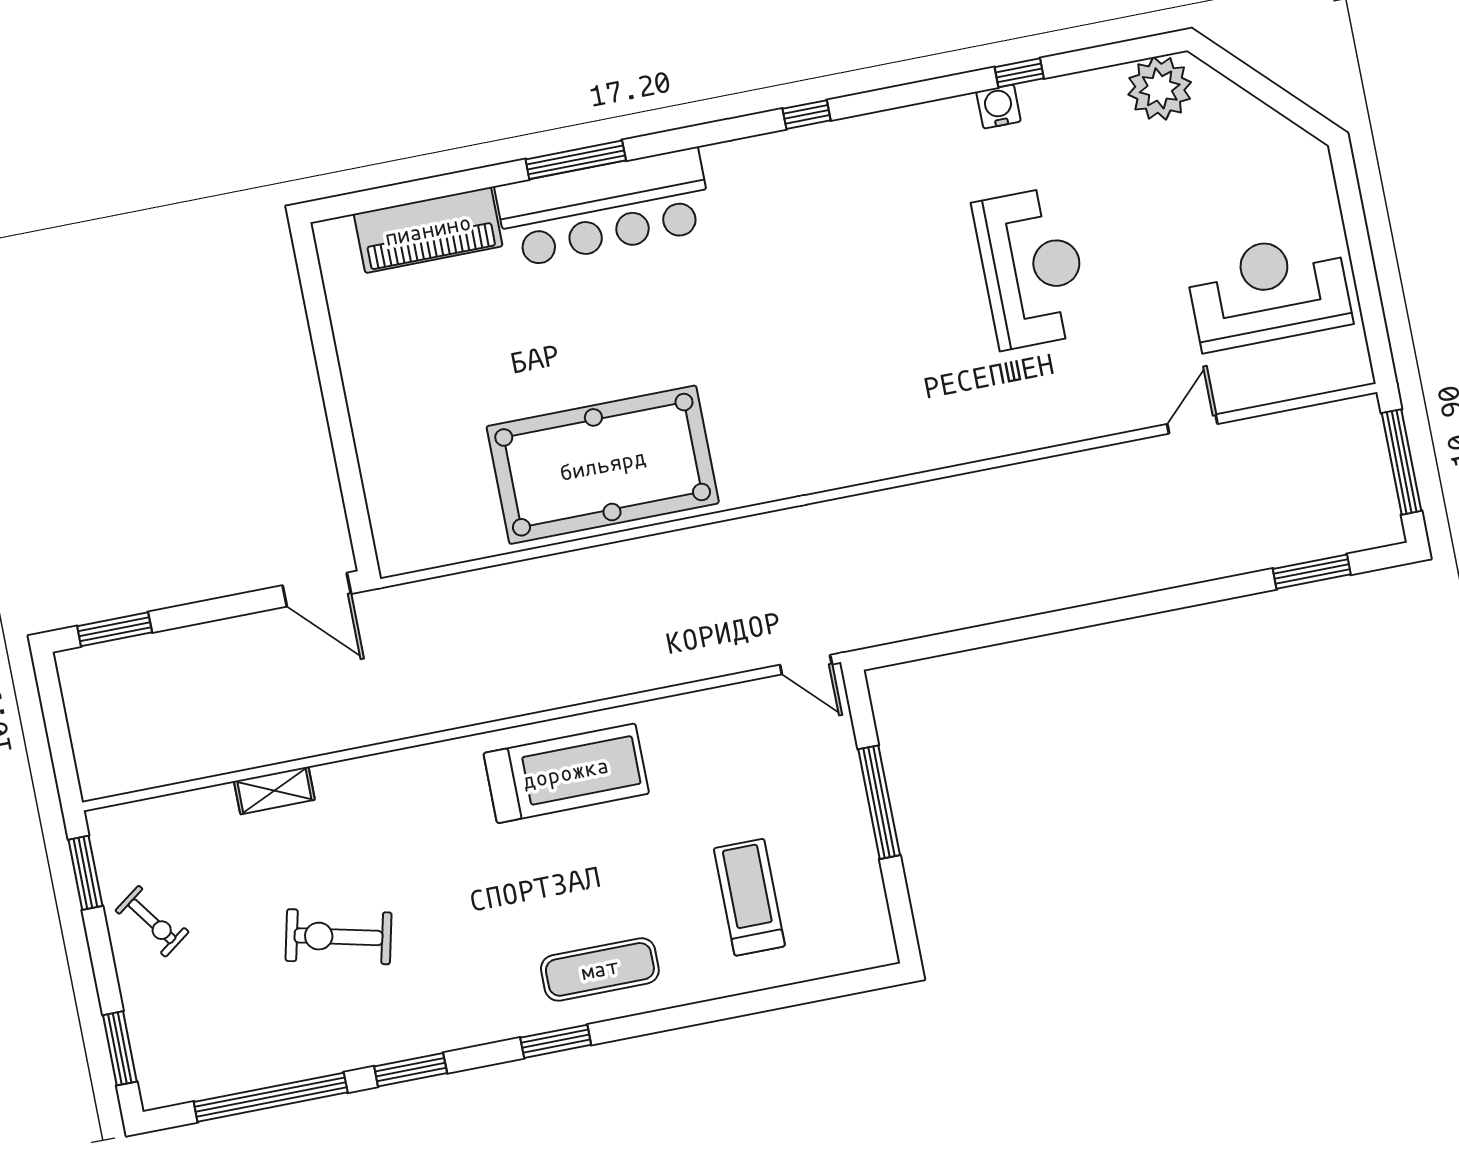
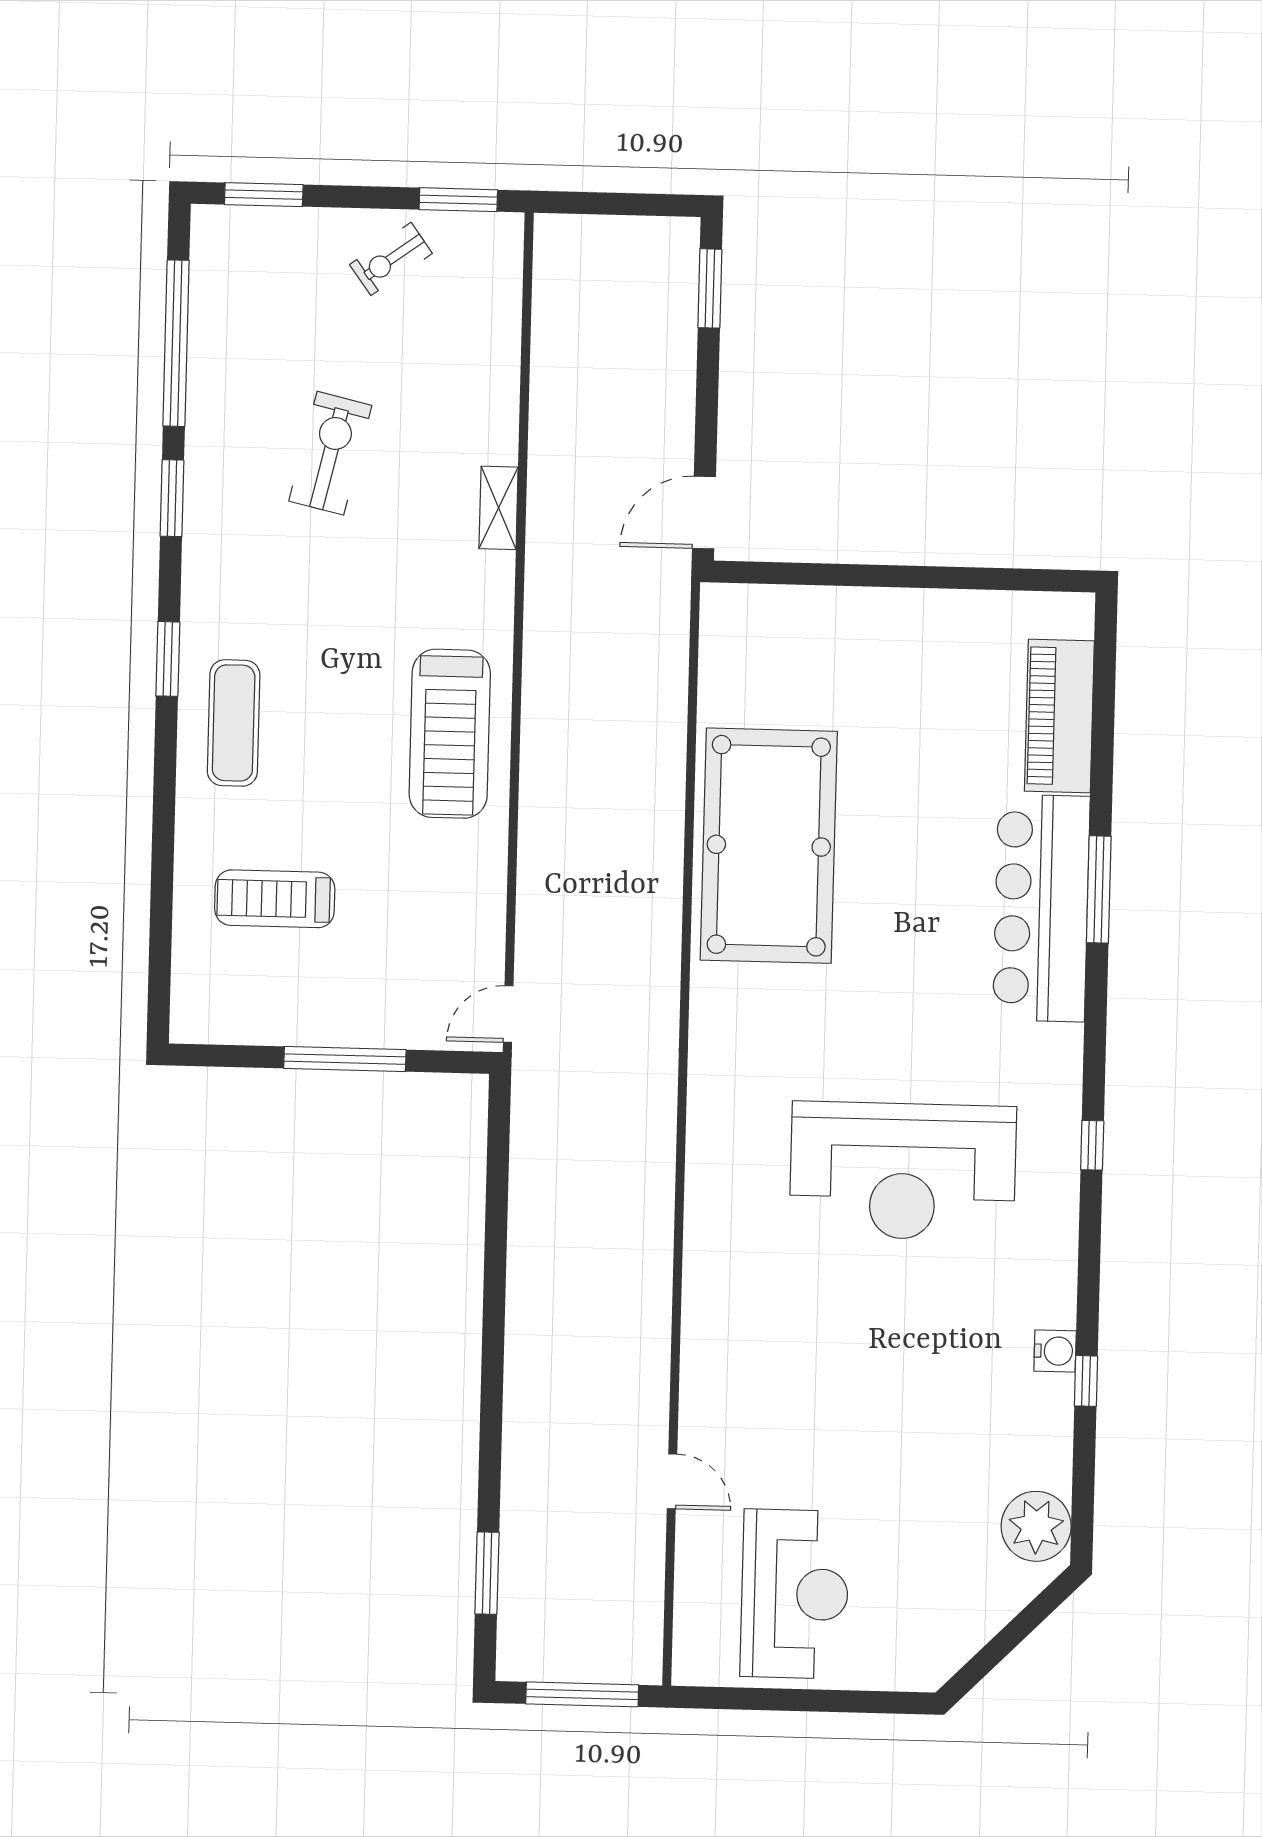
reception desk: (1032, 268) -> (903, 1171), moved, width x1.36, depth x1.30
shelving: (274, 790) -> (499, 508), moved
treadmill: (749, 897) -> (275, 899), turned 180

